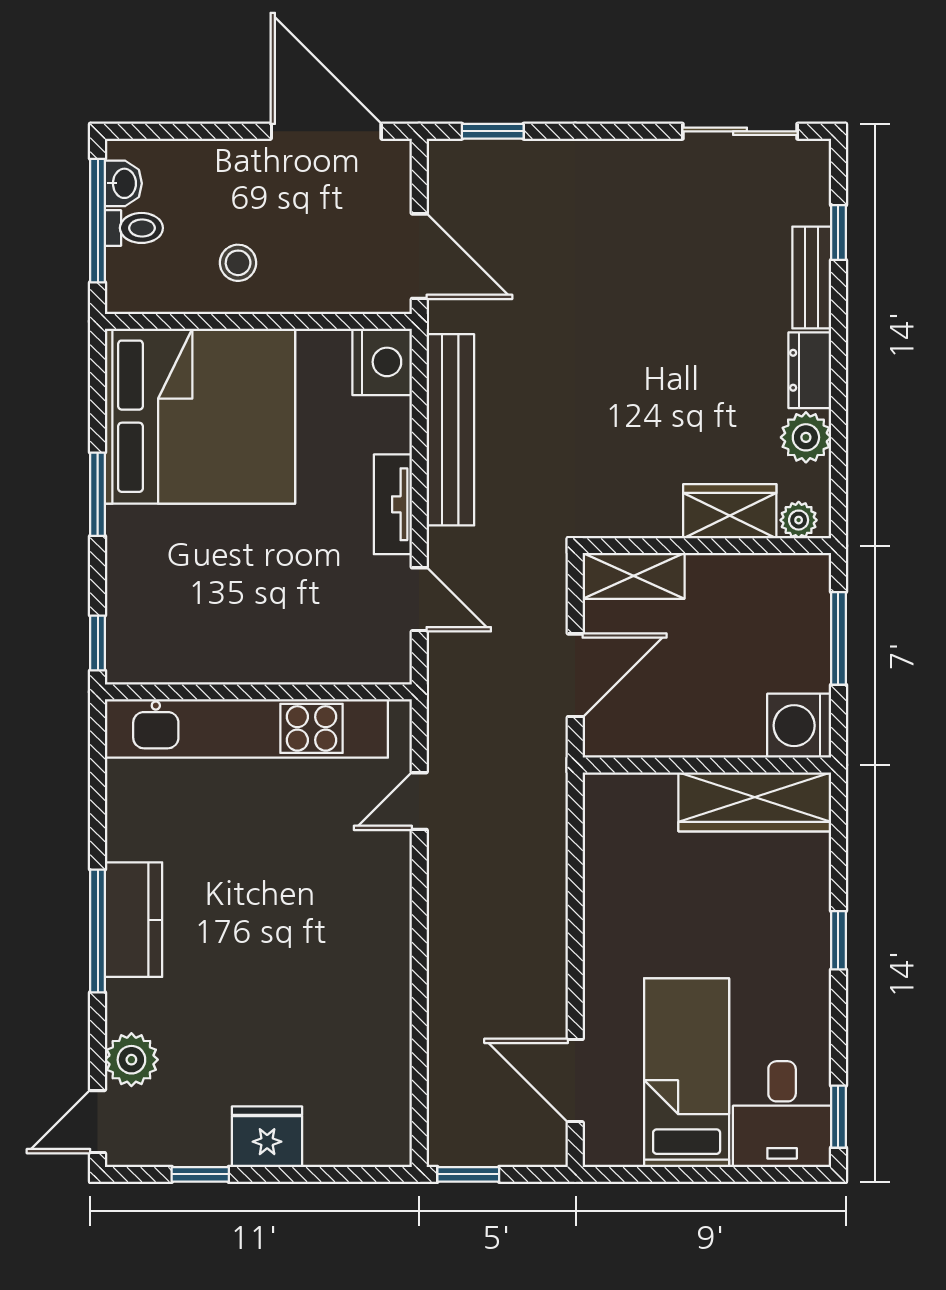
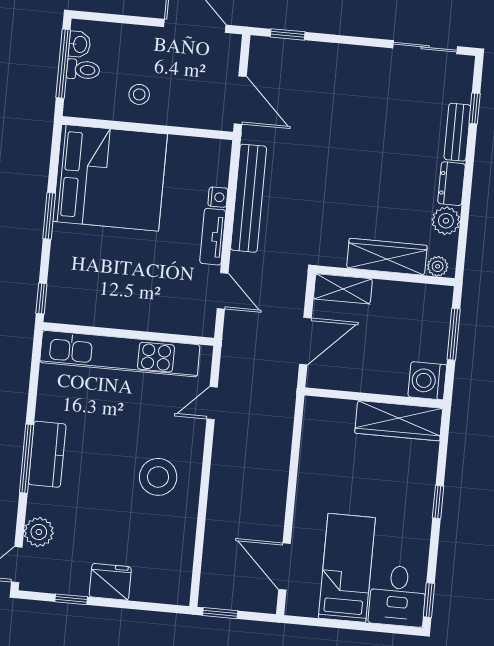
nightstand: (382, 362) -> (218, 197), moved, width x0.53, depth x0.56
wardrobe: (730, 511) -> (387, 257), width x1.50
stool: (335, 942) -> (158, 477), added

